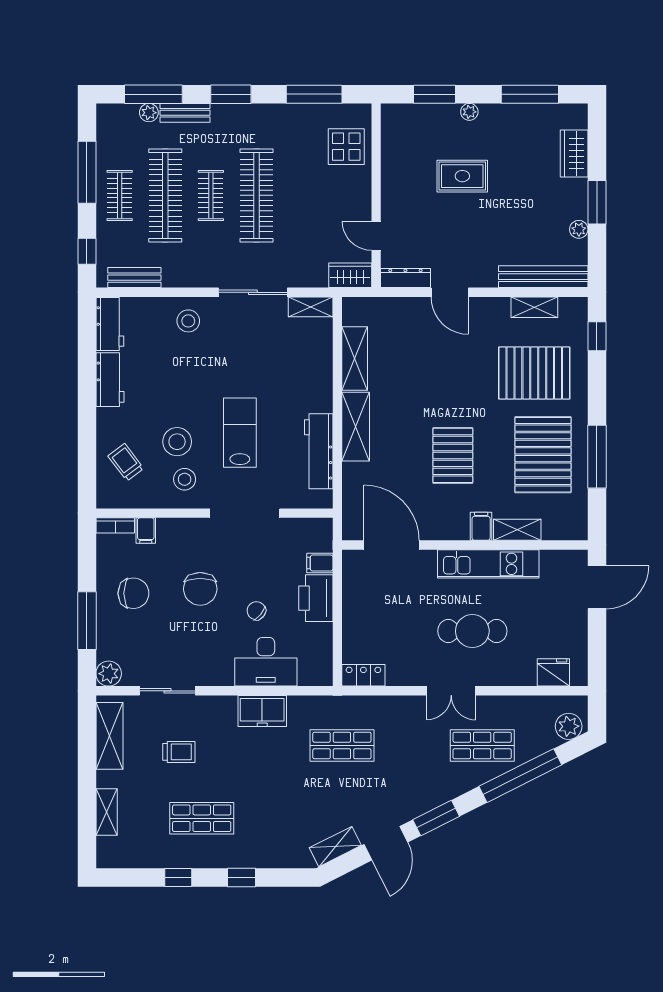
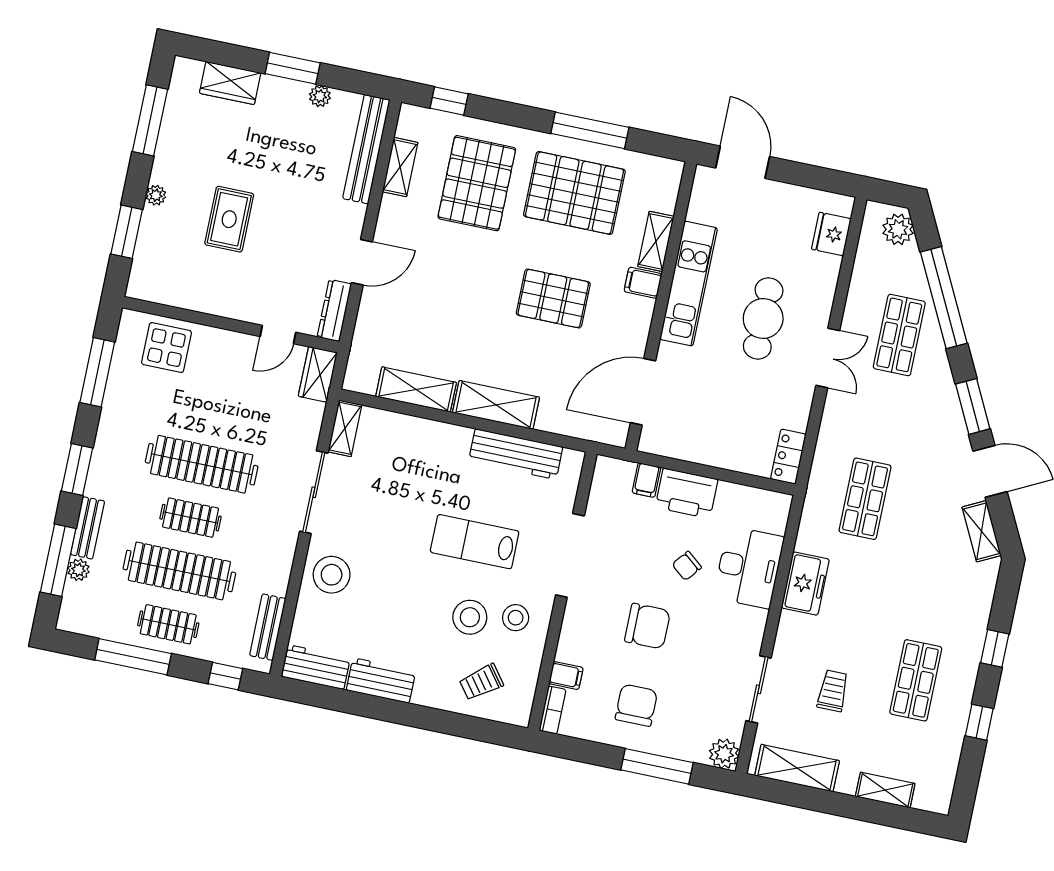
stool: (188, 321) -> (332, 575), width x1.38, depth x1.38

